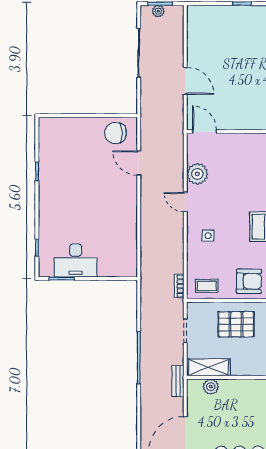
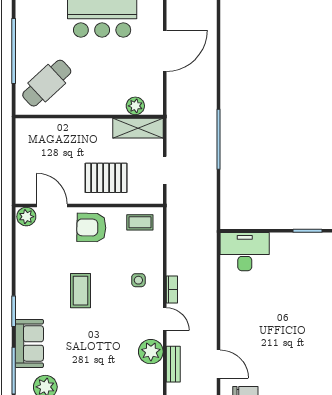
desk: (76, 260) -> (245, 252), moved
bookcase: (179, 286) -> (172, 289), moved
bench: (178, 381) -> (173, 364), moved

